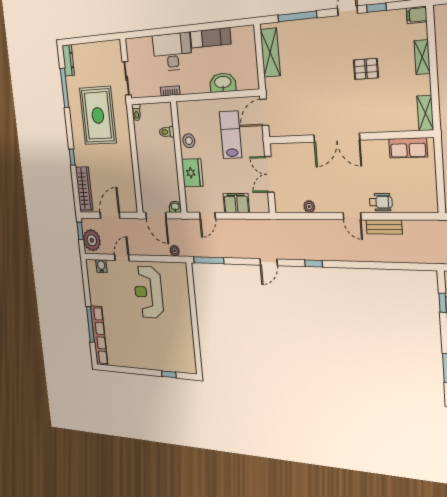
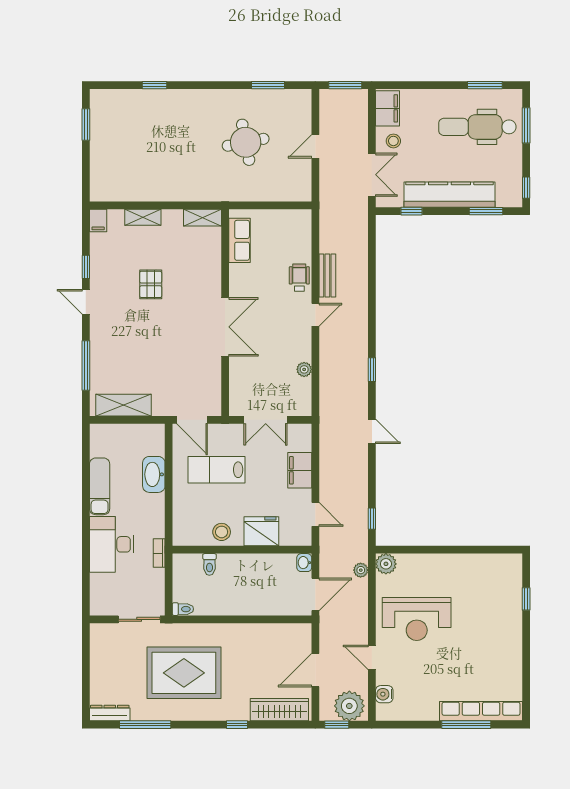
door: (110, 215) -> (315, 670), hinge flipped
window: (209, 260) -> (372, 519), width x0.46
plant: (180, 270) -> (386, 564), added

